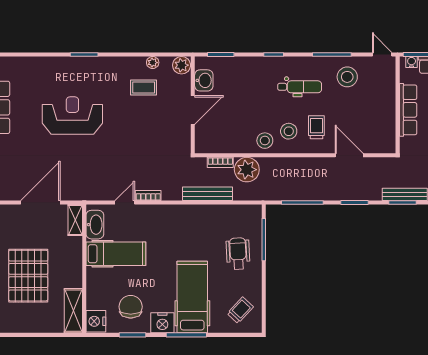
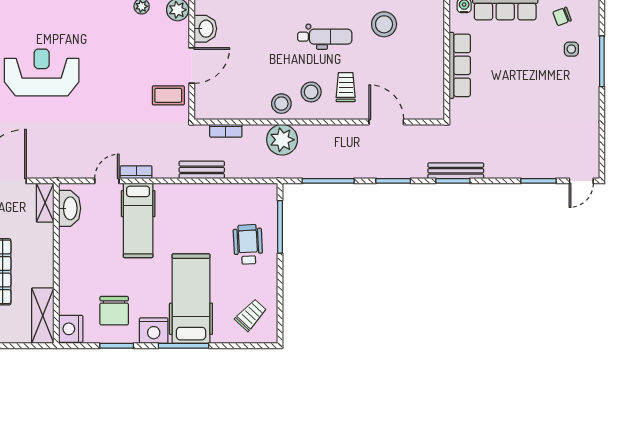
coffee table: (144, 87) -> (168, 95), moved
plant: (247, 170) -> (282, 140), moved
bench: (208, 194) -> (202, 170), width x0.73
hospital bed: (116, 254) -> (138, 220), moved, turned 90
chair: (131, 307) -> (114, 311), turned 180

